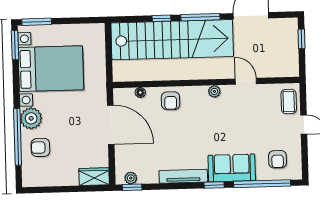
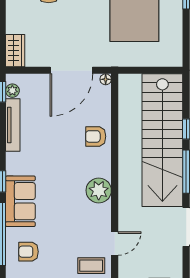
door: (246, 81) -> (115, 244), moved
plant: (214, 91) -> (99, 190), width x1.88, depth x1.88
floor lamp: (140, 92) -> (106, 79), moved
tv unit: (183, 176) -> (13, 125), moved

